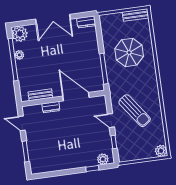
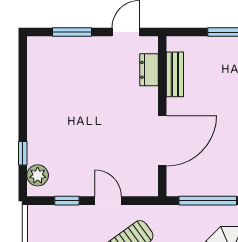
dresser: (51, 107) -> (149, 70), moved
door: (111, 121) -> (108, 201), hinge flipped

